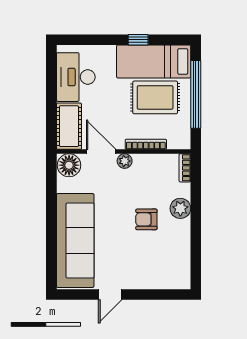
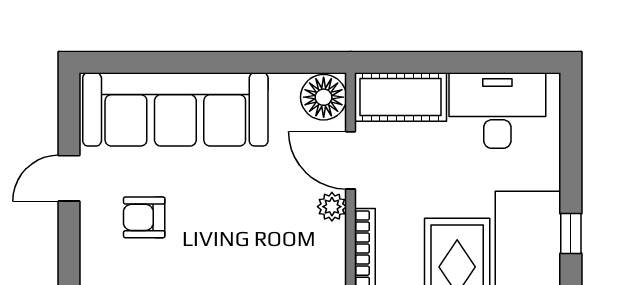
door: (101, 152) -> (351, 160), swing flipped
armchair: (146, 219) -> (144, 217), moved, turned -90
door: (110, 295) -> (69, 178), hinge flipped

